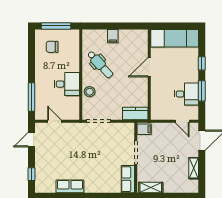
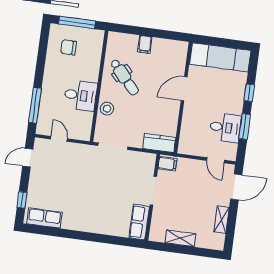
row of seats: (70, 186) -> (44, 218), moved
shelving: (151, 188) -> (180, 238), moved

